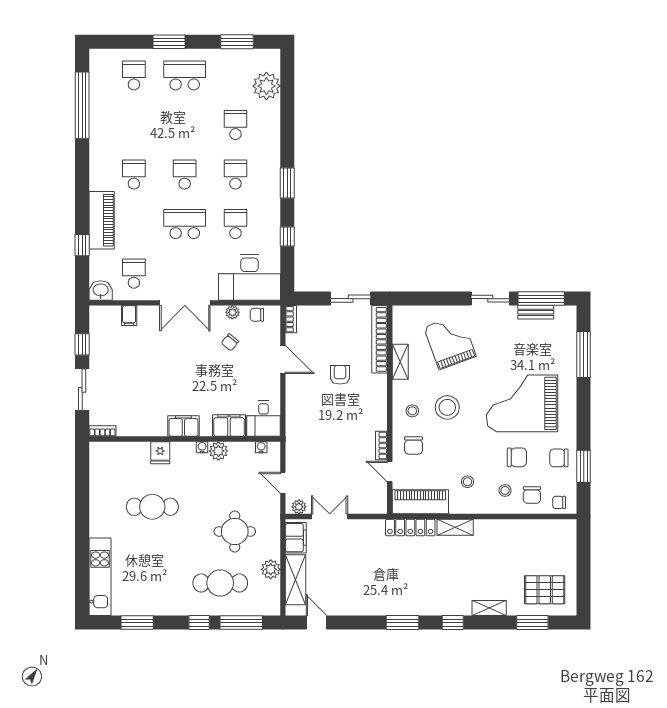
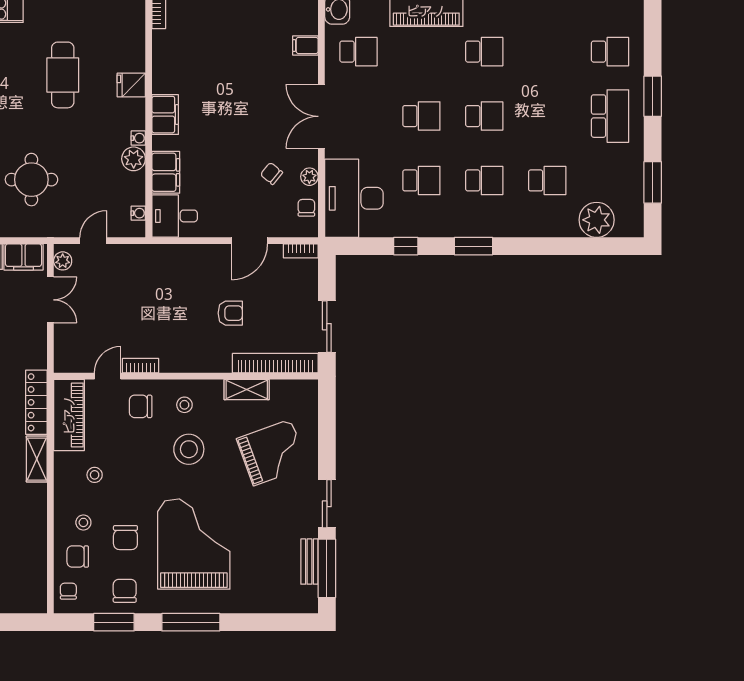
school desk: (185, 224) -> (421, 116), width x0.54
window: (584, 354) -> (191, 622), moved

